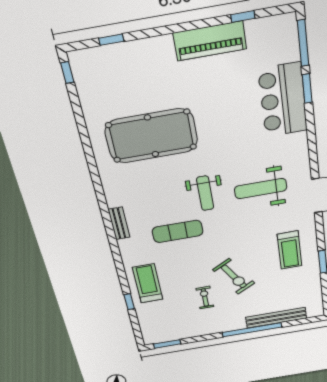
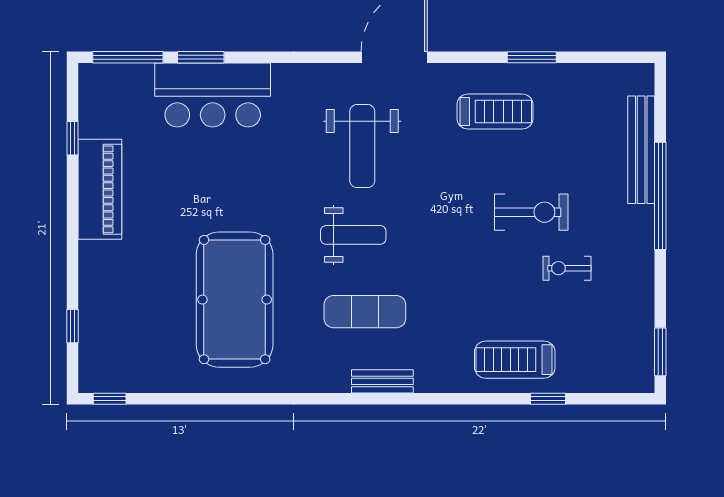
exercise mat: (178, 231) -> (365, 312), moved, turned 90
exercise bike: (234, 276) -> (531, 212), turned 30

